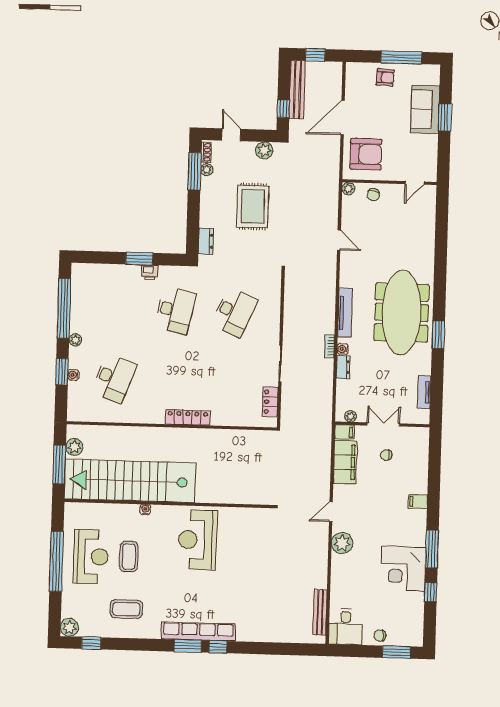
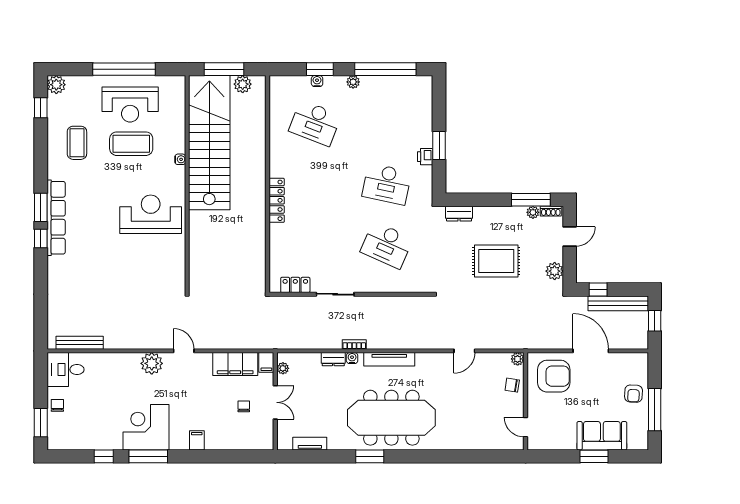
armchair: (366, 154) -> (554, 376), turned -90
coffee table: (129, 557) -> (131, 144), width x1.36, depth x1.32
corner desk: (403, 569) -> (146, 427), moved

